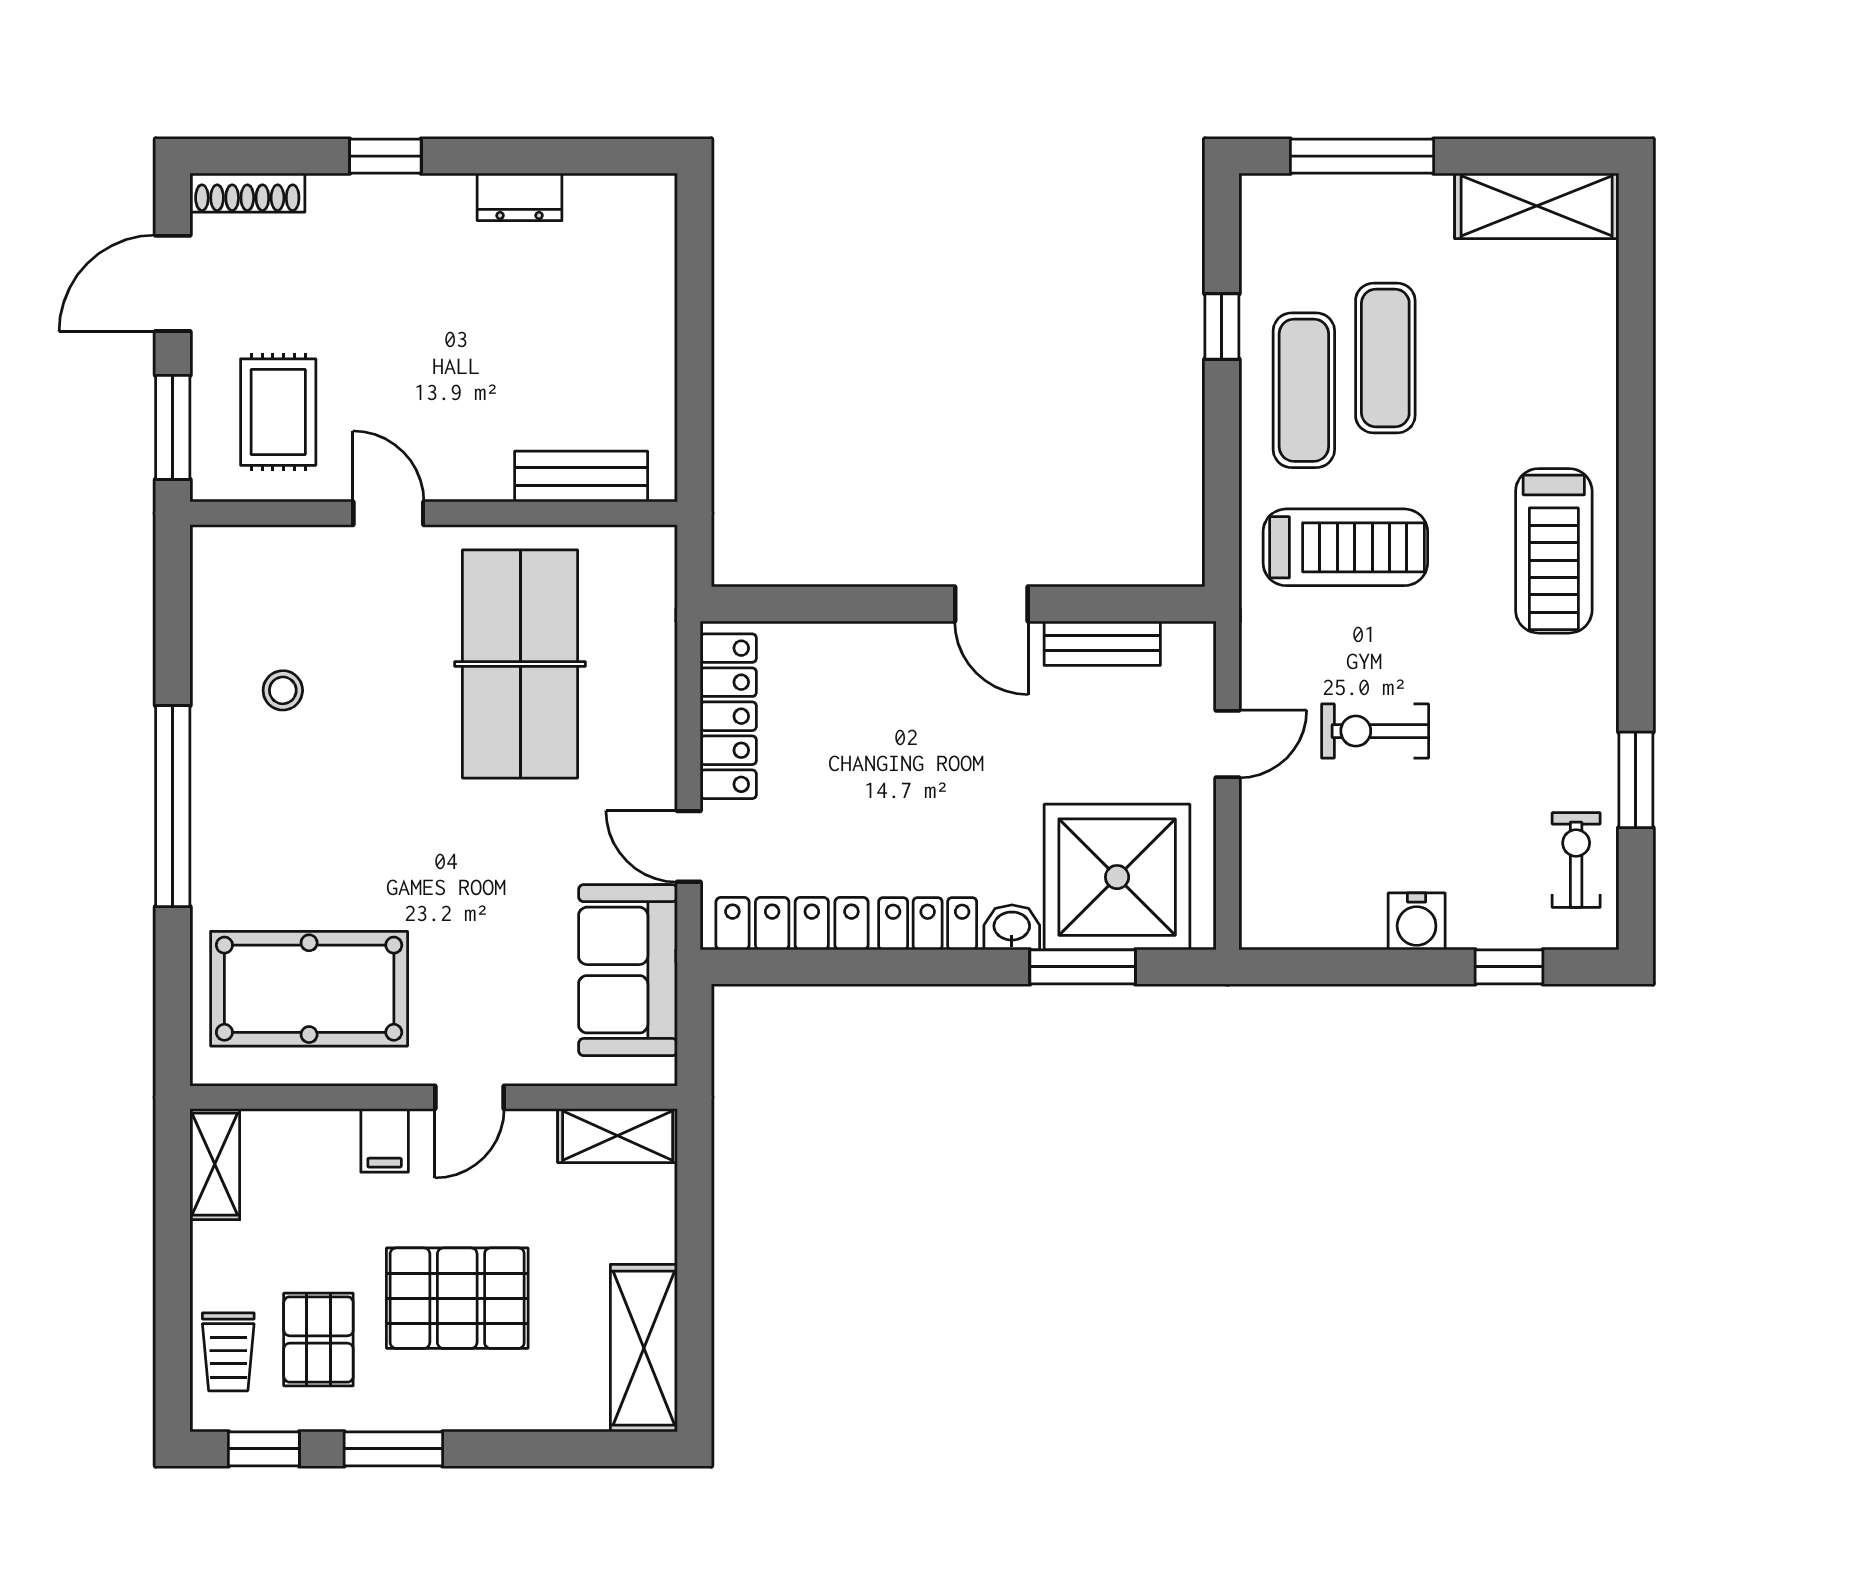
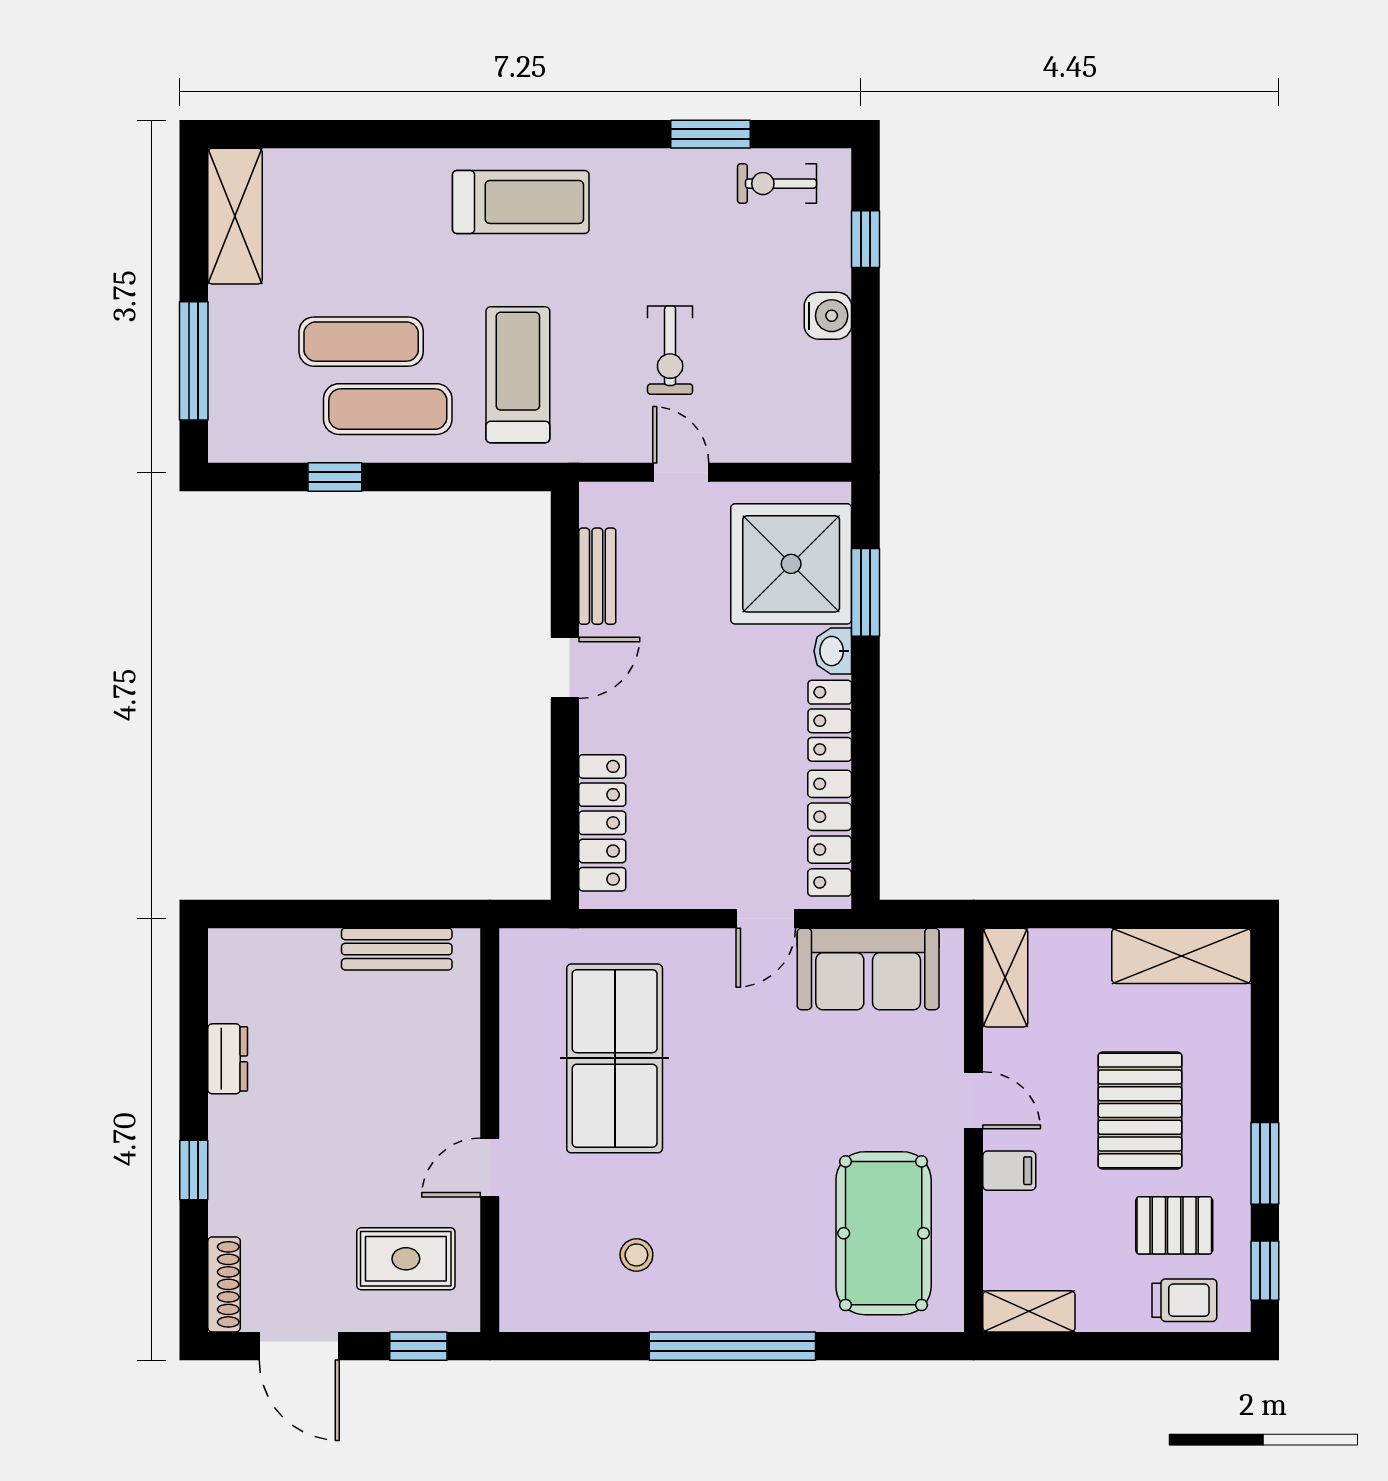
window: (173, 427) -> (418, 1346), width x0.67
bench: (581, 477) -> (397, 949), moved, turned 90
table tennis table: (520, 664) -> (615, 1058), turned 90
locker: (728, 716) -> (602, 823), moved, turned 90

